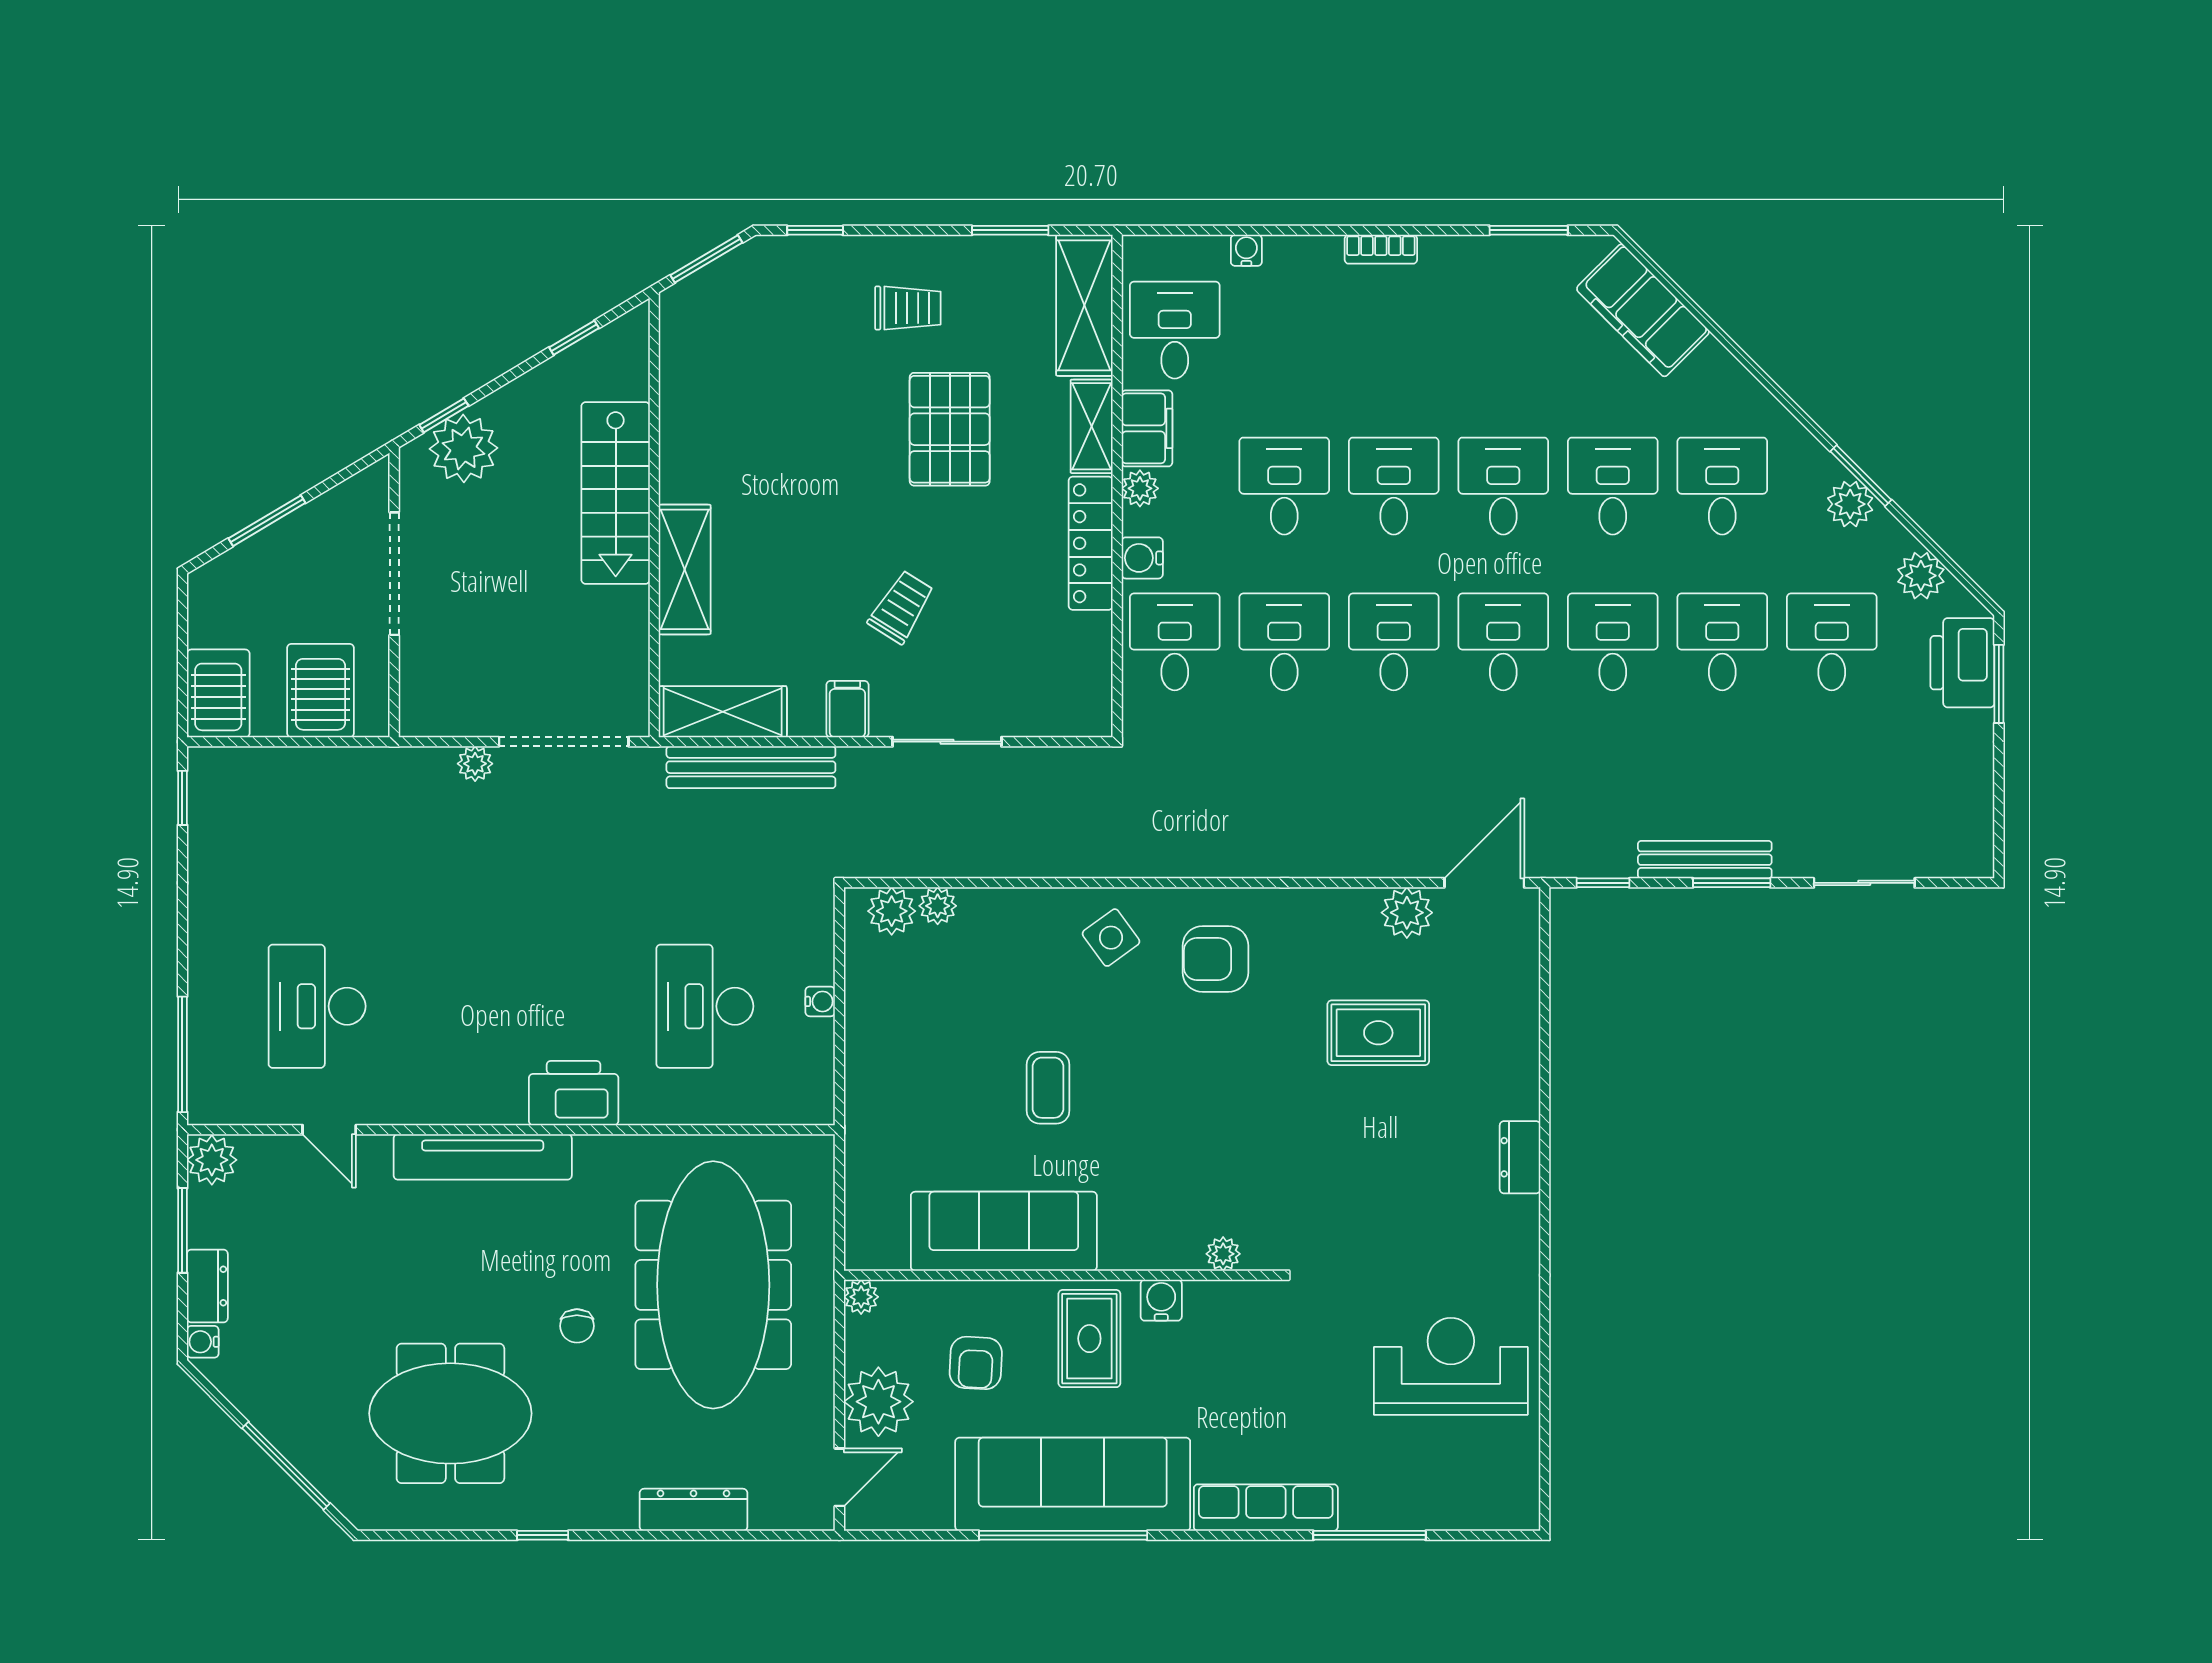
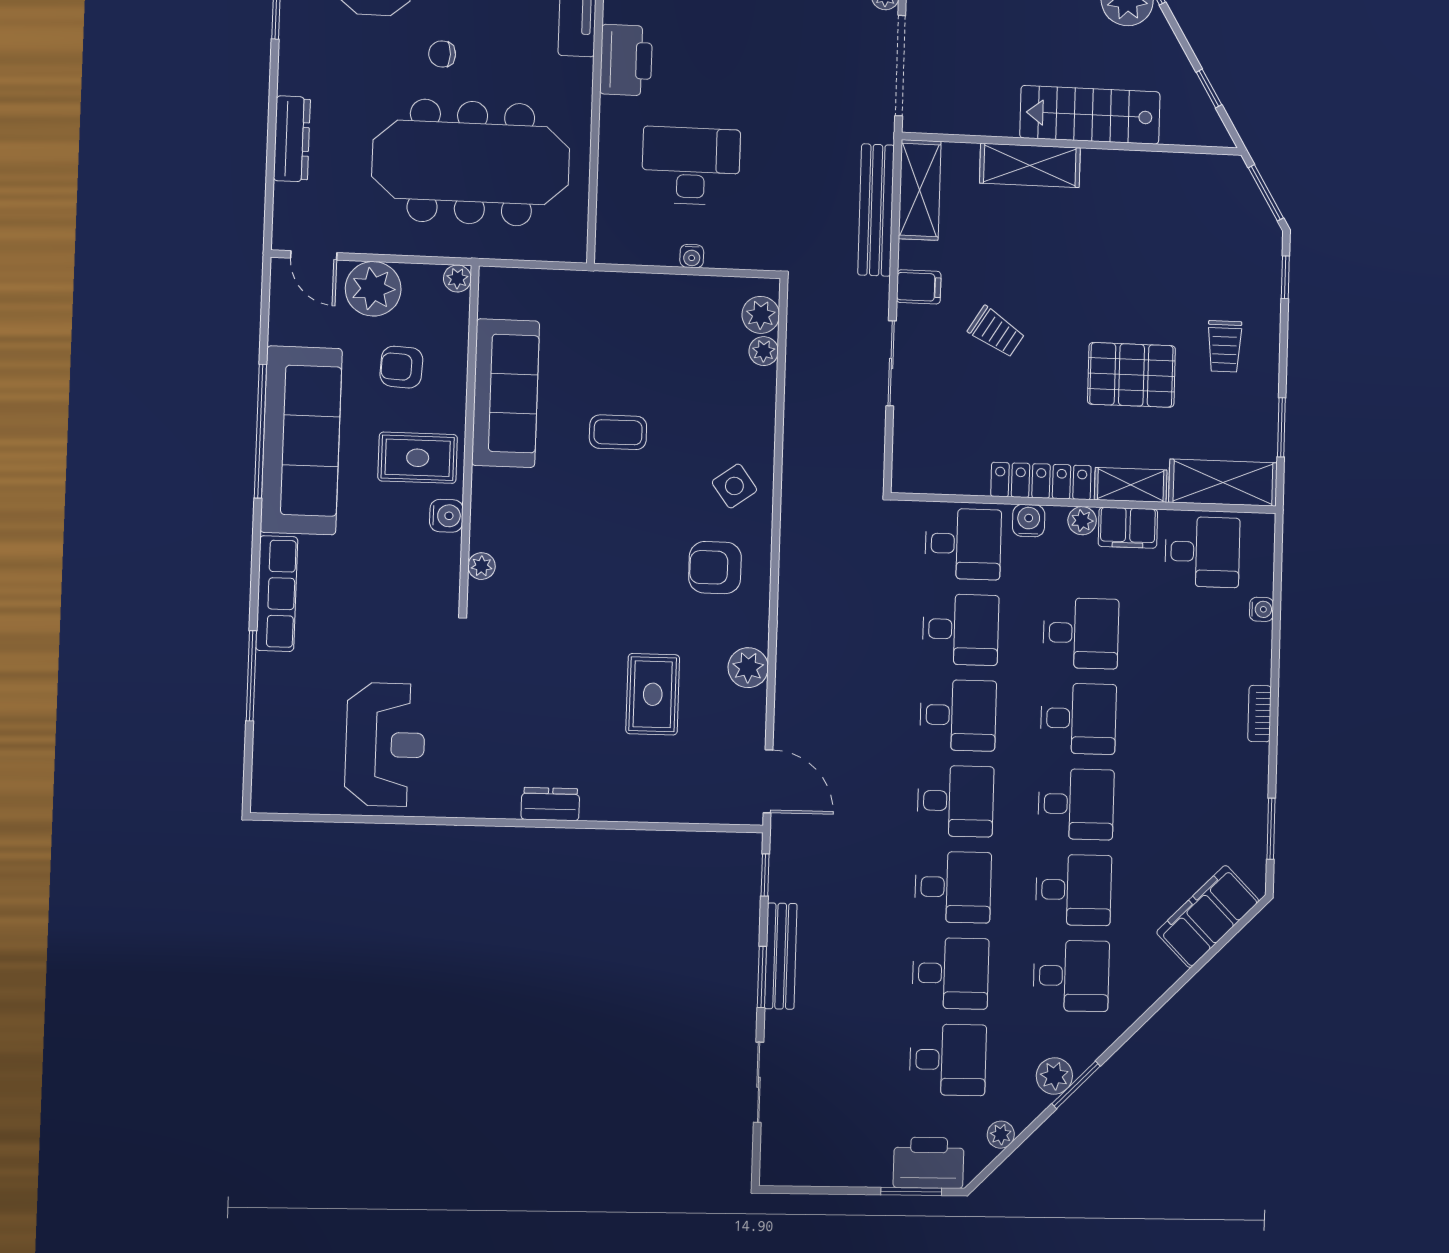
plant: (1921, 576) -> (1001, 1135), width x0.73, depth x0.73
plant: (1407, 913) -> (748, 668), moved
armchair: (1215, 959) -> (715, 568), turned -90

